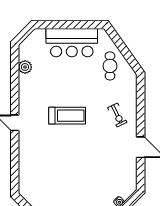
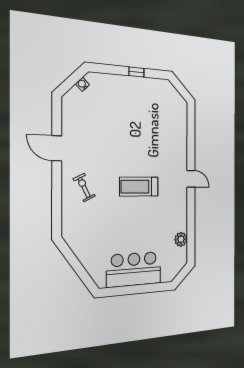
cafe table: (110, 66) -> (92, 245), removed

